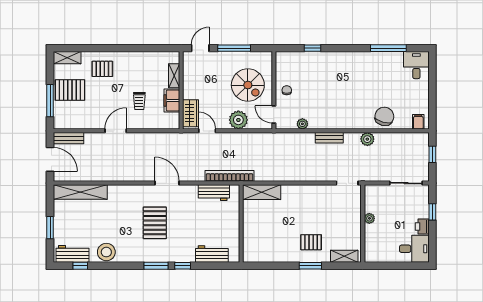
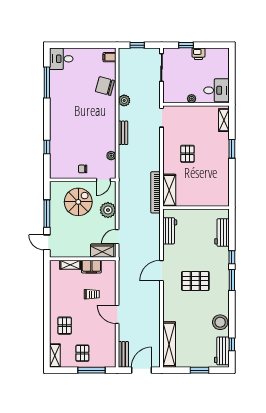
pallet: (70, 90) -> (82, 353), width x0.67, depth x0.71
bookcase: (230, 176) -> (156, 192), moved
pallet: (311, 242) -> (187, 154), moved
desk: (414, 249) -> (216, 90), moved, turned 90

